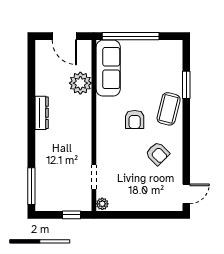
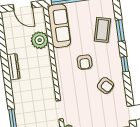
coffee table: (169, 109) -> (102, 30), moved
window: (186, 129) -> (125, 64), added

